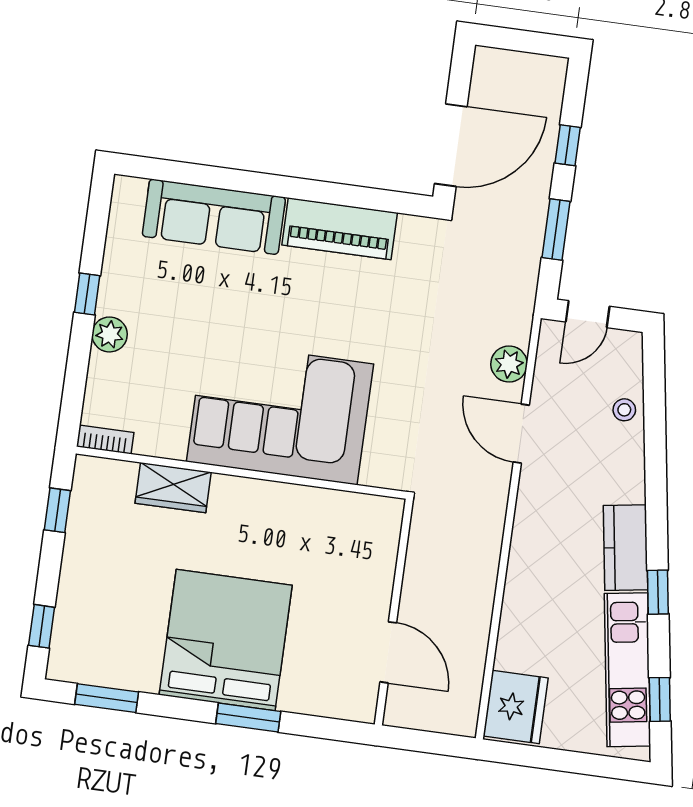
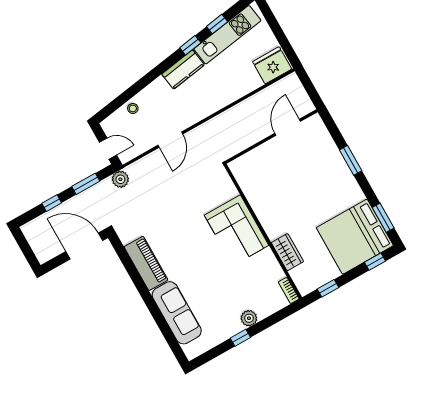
plant: (509, 364) -> (120, 179), moved
corner sofa: (280, 413) -> (237, 230), width x0.73, depth x0.74
bed: (226, 640) -> (355, 237), moved
window: (660, 699) -> (217, 24), moved

